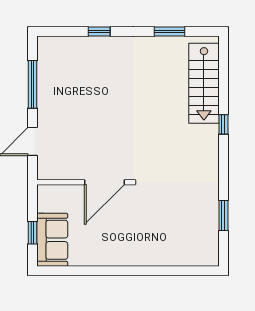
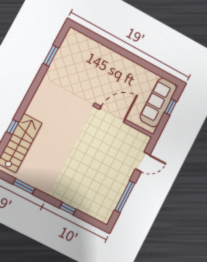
window: (223, 124) -> (13, 127), moved
sofa: (52, 240) -> (158, 102), width x1.36

